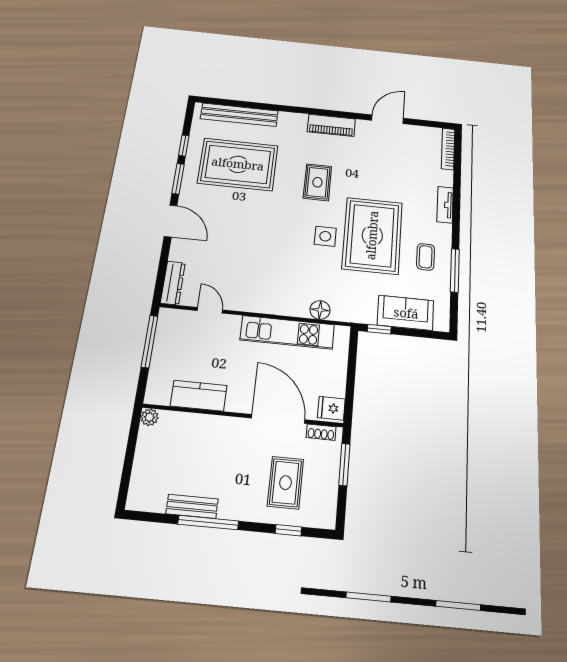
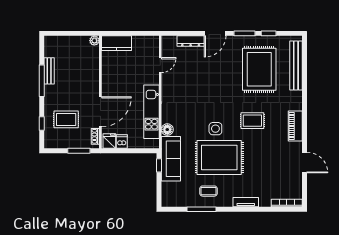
dresser: (173, 283) -> (191, 41), moved
sofa: (406, 313) -> (171, 159), moved, width x1.36
window: (150, 341) -> (138, 33), removed
dishwasher: (334, 387) -> (122, 141), added
kitchen counter: (199, 396) -> (116, 43), moved, turned 90

